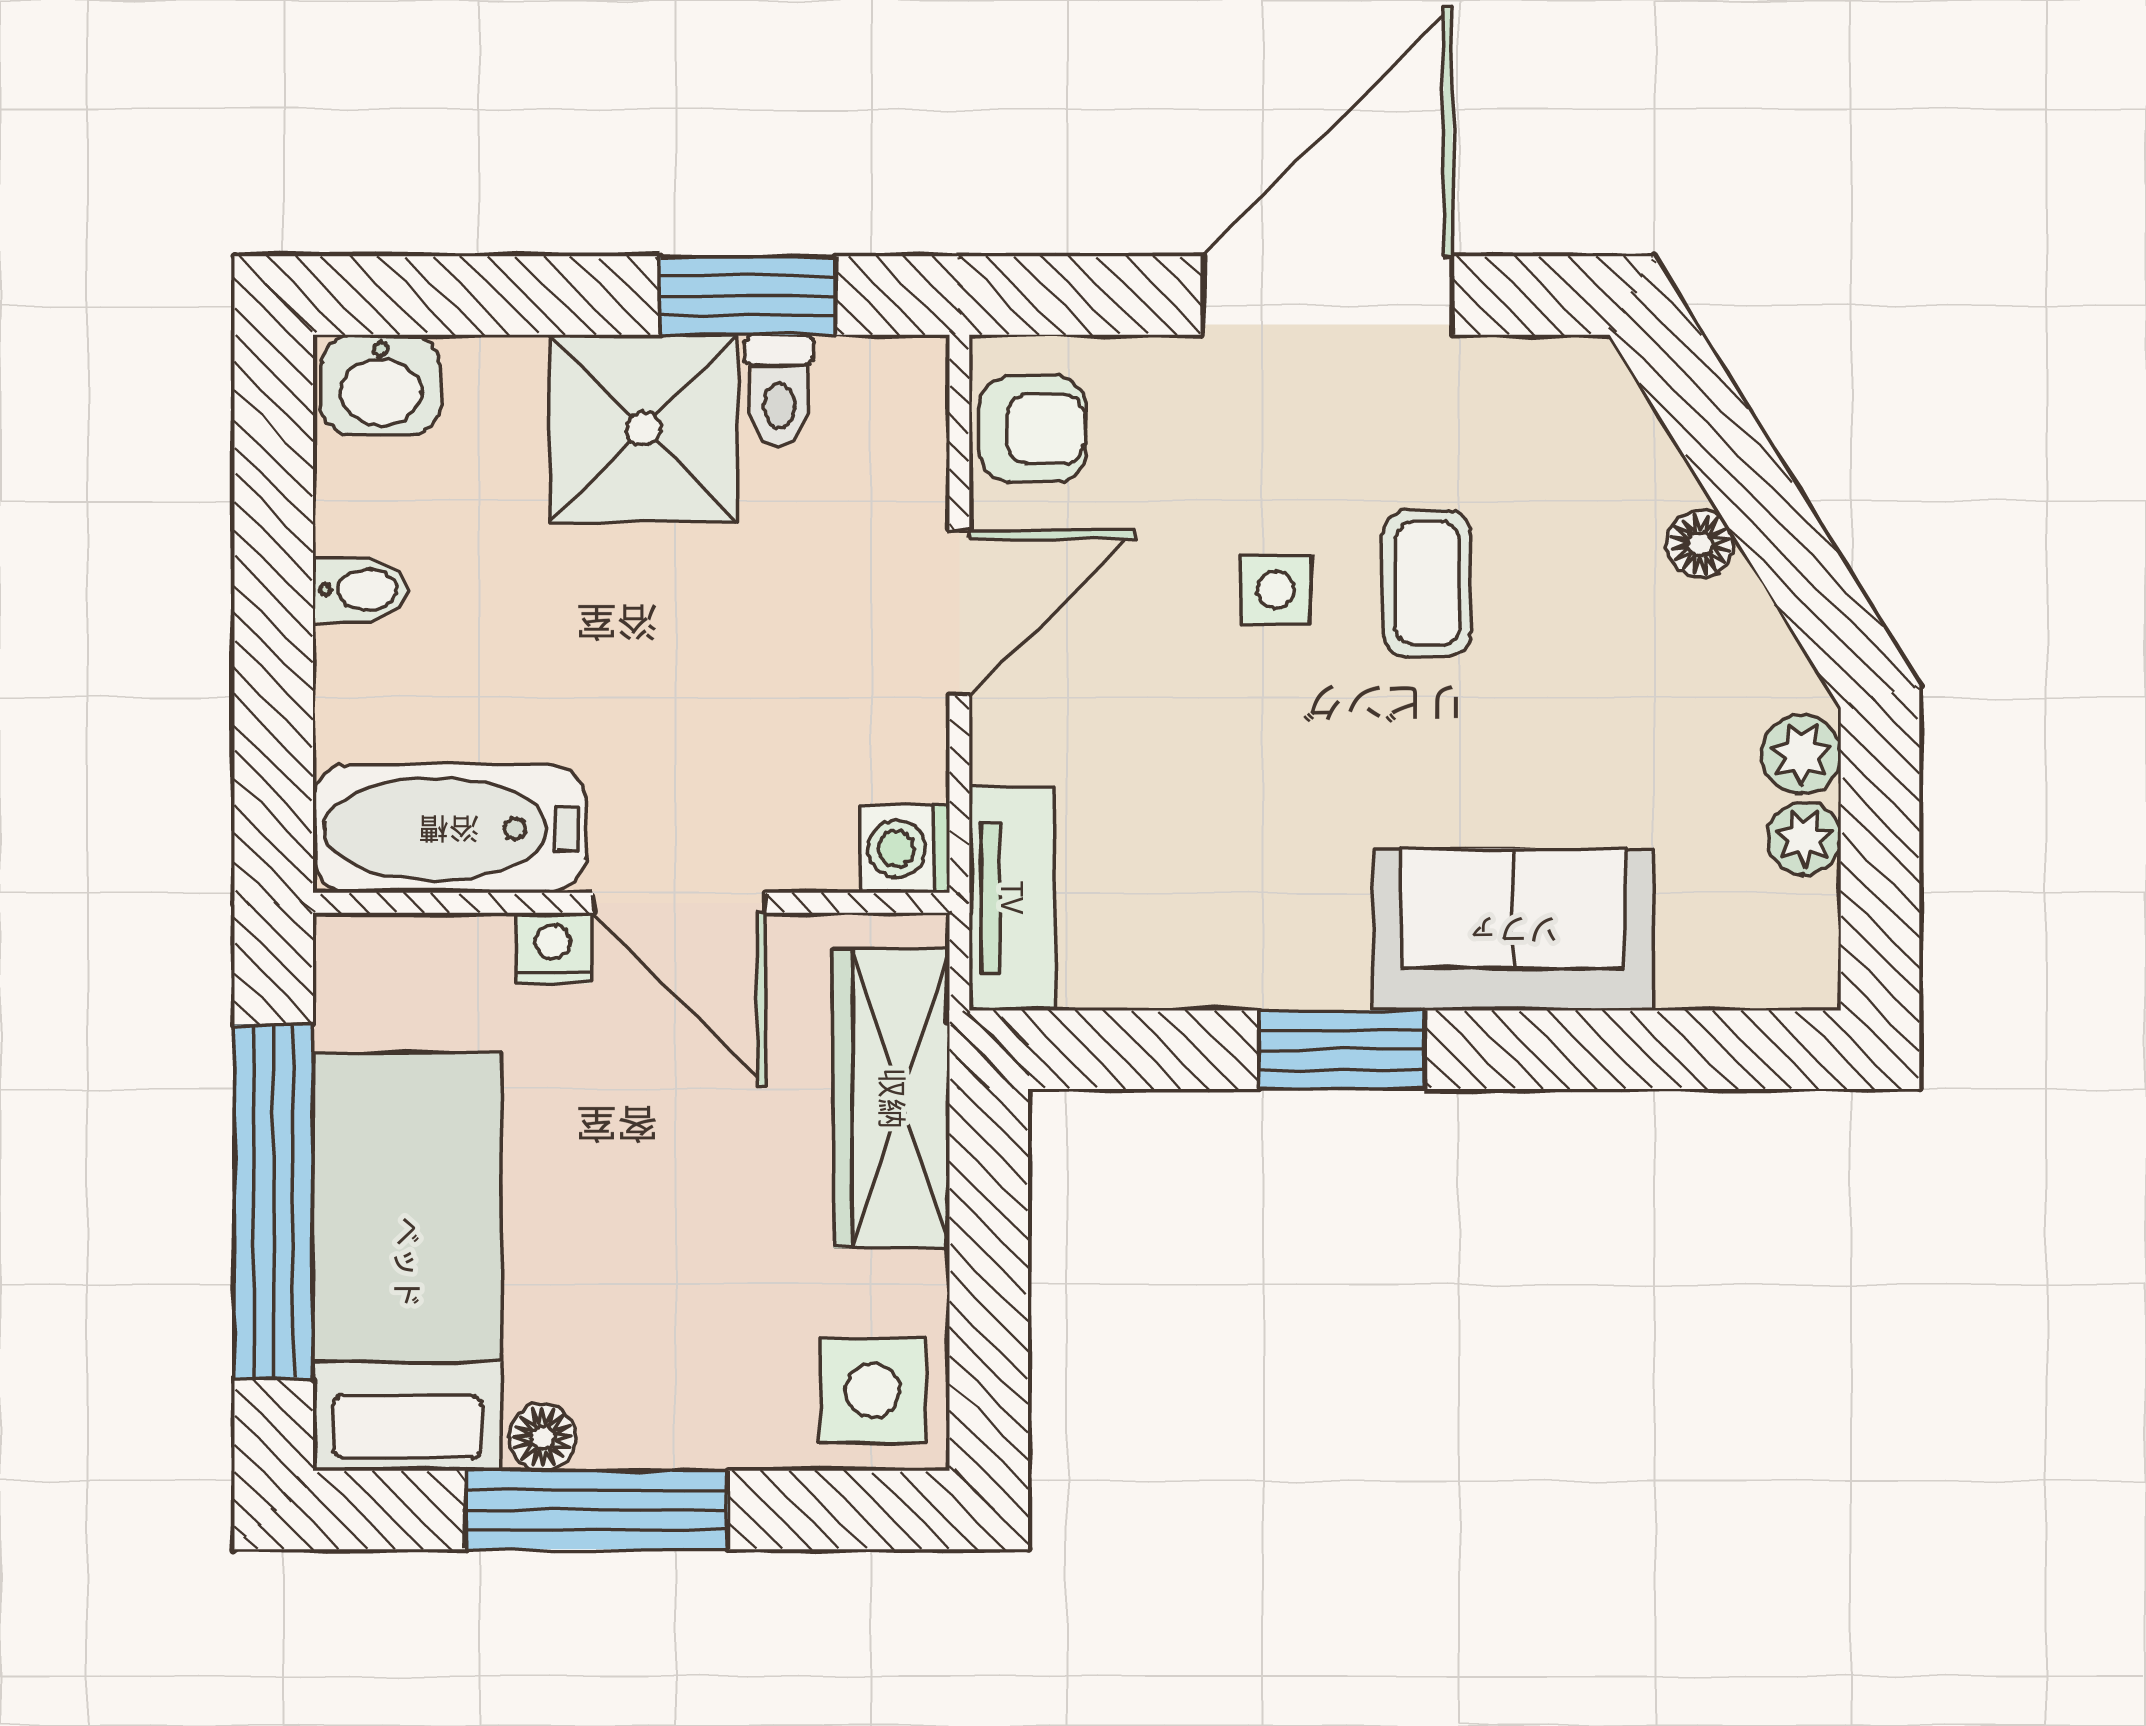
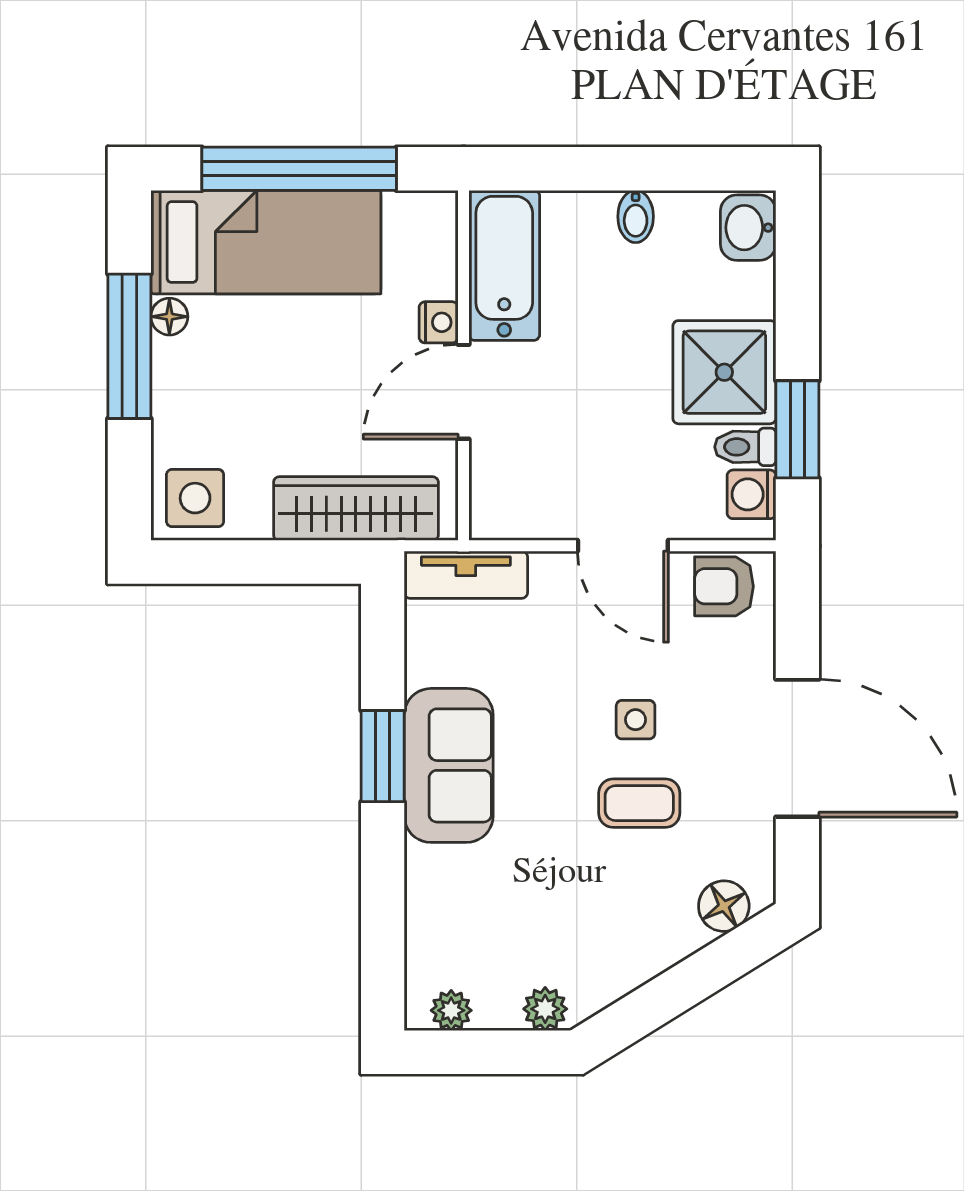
armchair: (1033, 429) -> (724, 586), turned 90
floor lamp: (1700, 544) -> (724, 906), moved, width x1.37, depth x1.37
plant: (1804, 838) -> (451, 1010), moved
washing machine: (905, 849) -> (752, 494), moved, turned -90
sofa: (1513, 930) -> (449, 765), moved

